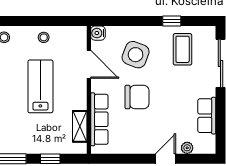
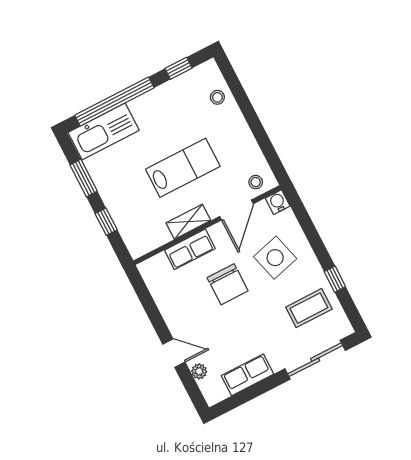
stool: (44, 37) -> (256, 182), moved
side table: (136, 55) -> (275, 258), turned -36
row of seats: (99, 119) -> (190, 249), width x0.68
shelving: (80, 126) -> (188, 222), moved

